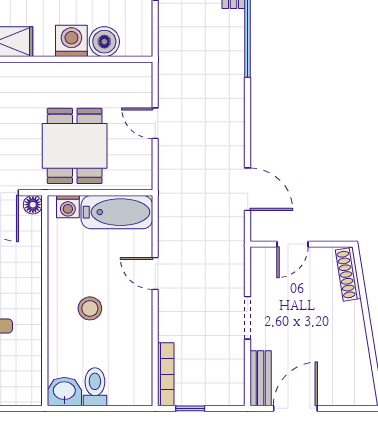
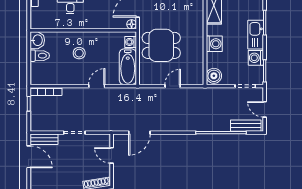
boiler: (104, 42) -> (214, 76), moved

